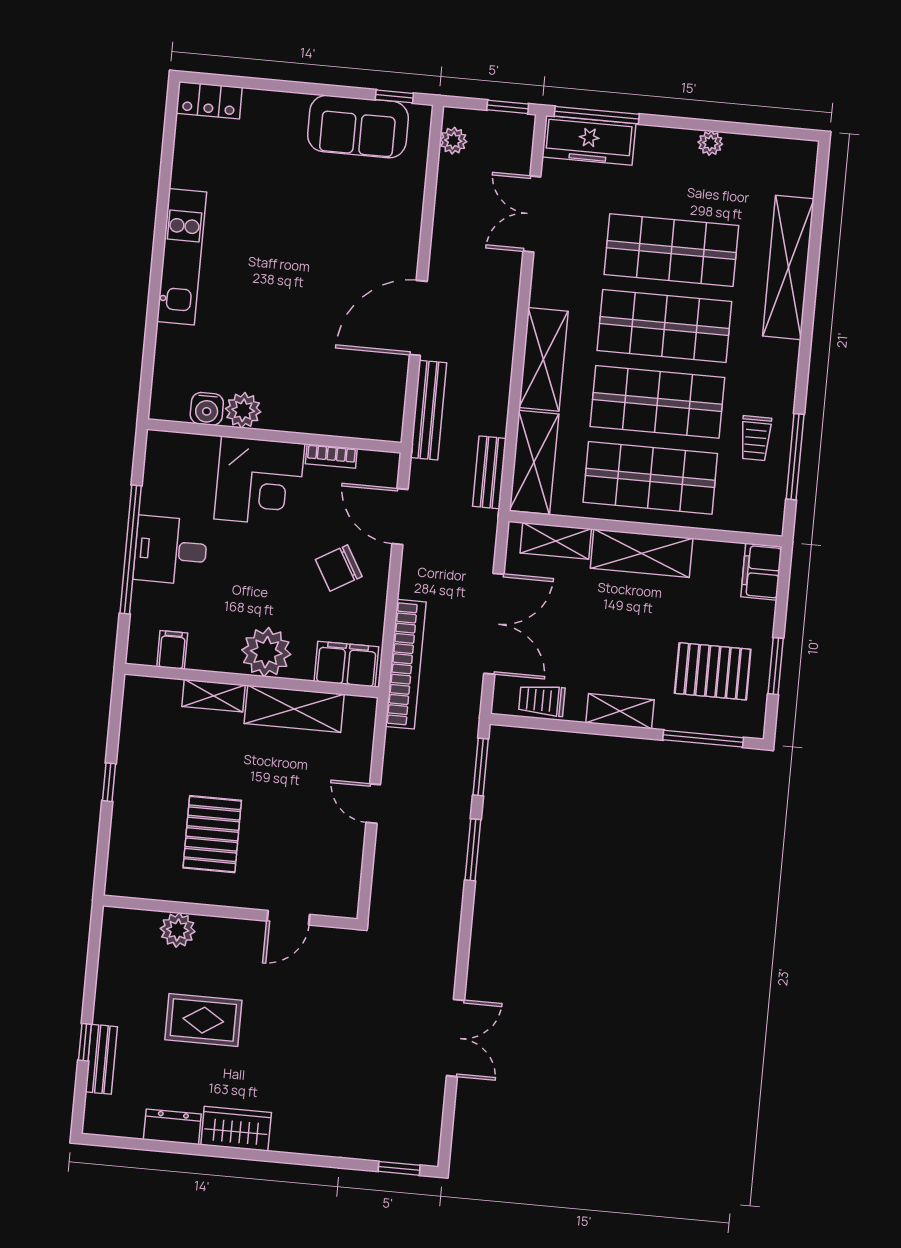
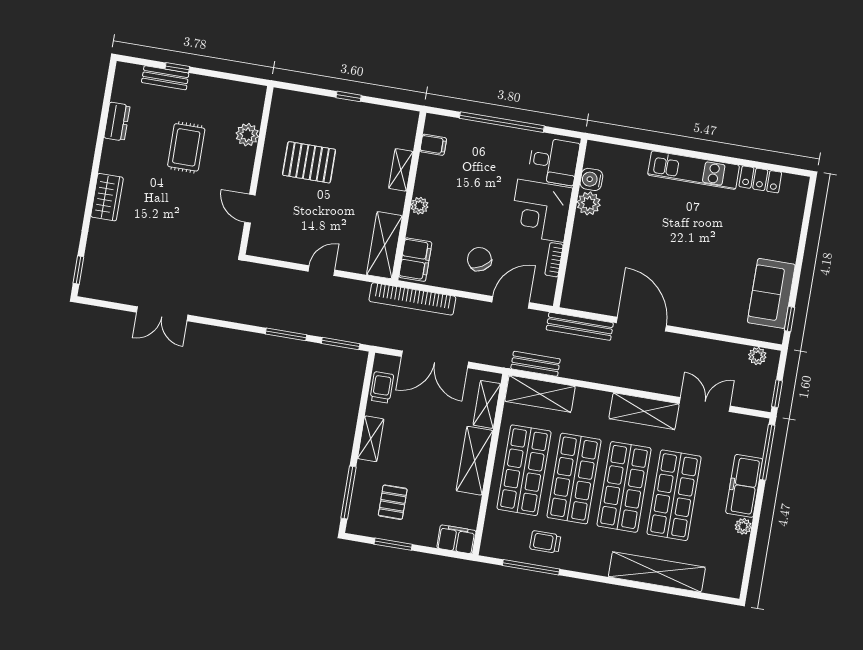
locker: (209, 100) -> (760, 179), moved, turned -90
freezer: (589, 140) -> (744, 486), moved
shelving: (543, 359) -> (644, 411), moved
desk: (171, 550) -> (554, 161), moved, turned 90
plant: (266, 652) -> (420, 206), width x0.53, depth x0.53
pallet: (713, 671) -> (393, 502), width x0.67, depth x0.71
shelving: (294, 709) -> (384, 245), moved
wardrobe: (236, 1129) -> (107, 197), moved

